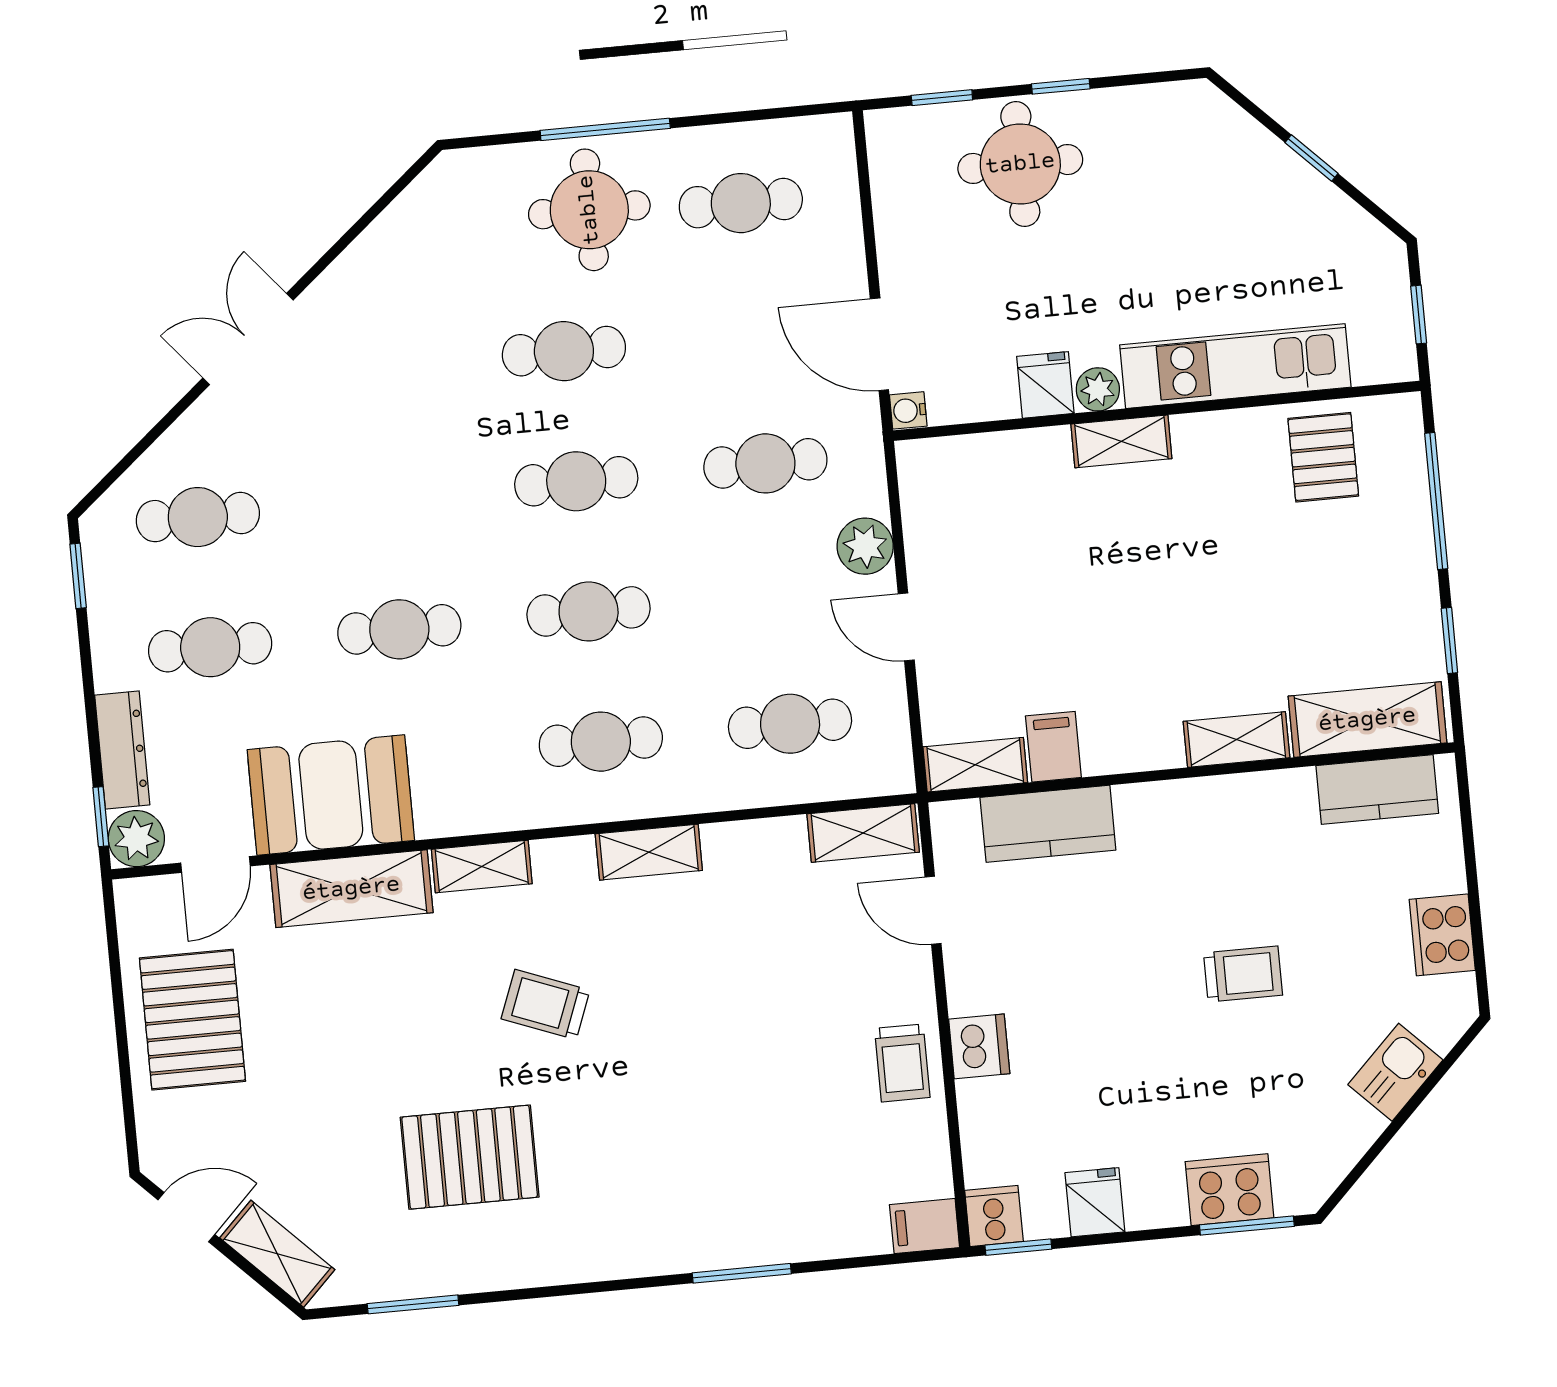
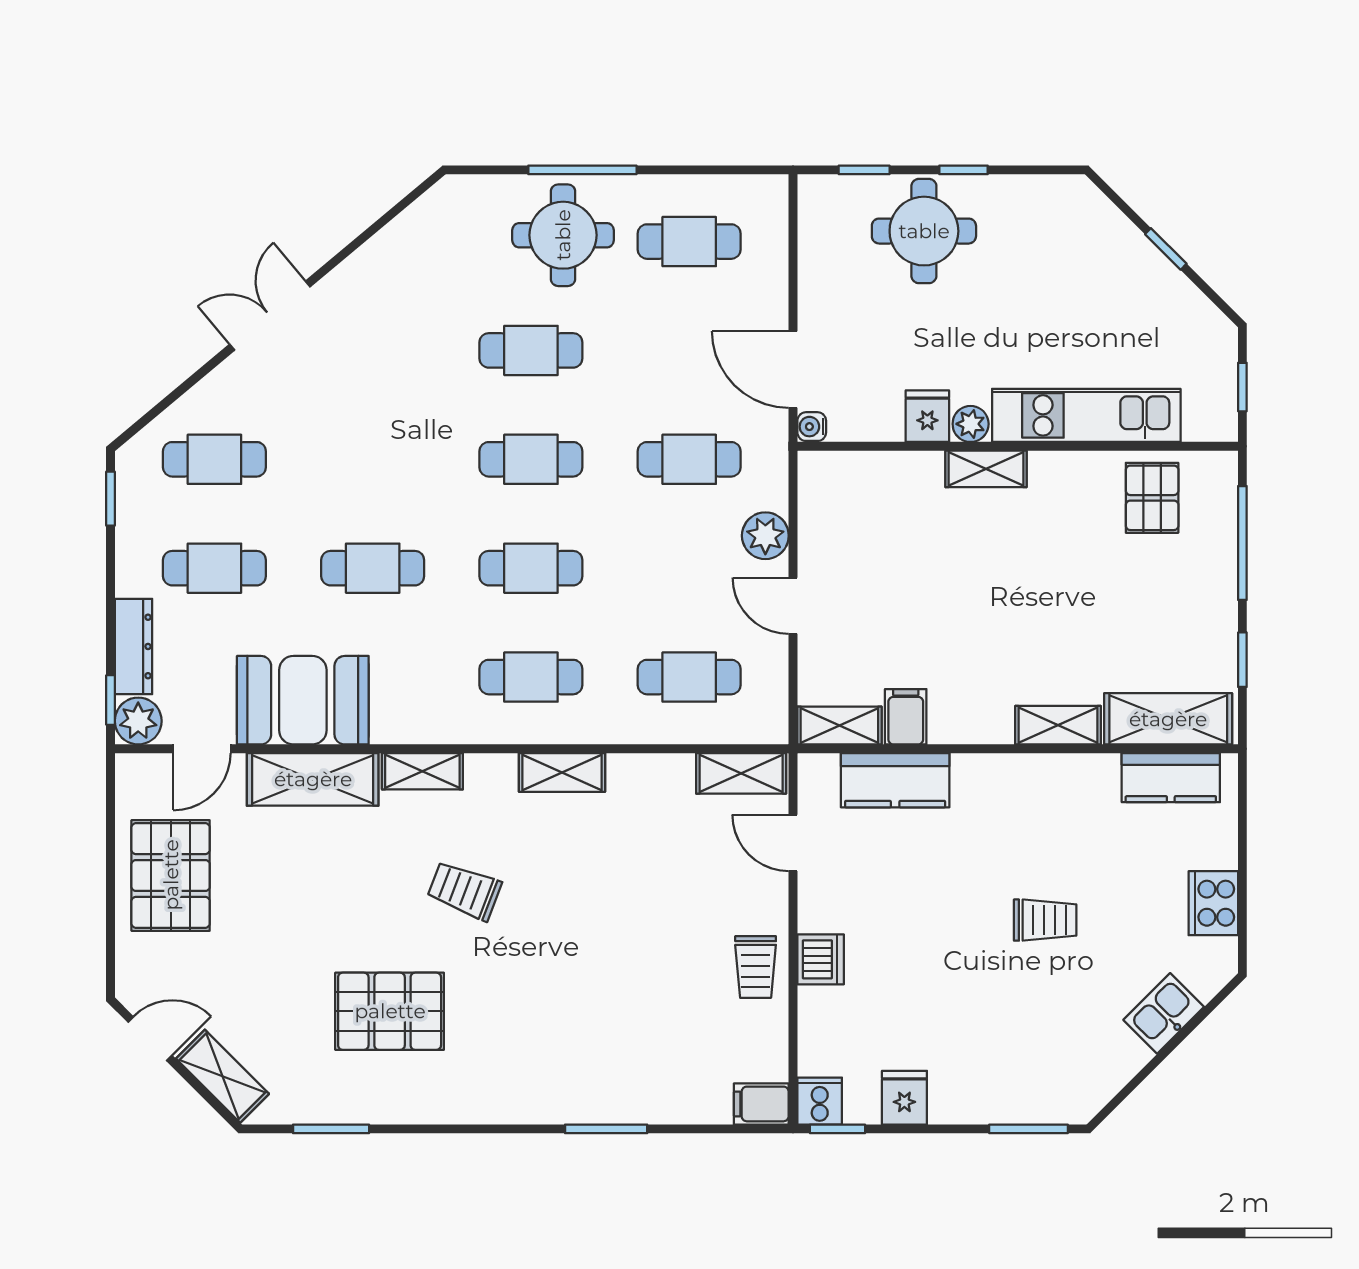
cooker: (1230, 1190) -> (1017, 1098), removed

